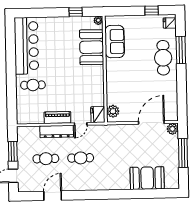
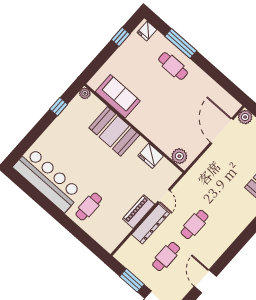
booth: (92, 47) -> (114, 131), moved
cafe table: (163, 58) -> (173, 66), width x0.73, depth x0.74
fridge: (98, 115) -> (151, 156), moved

